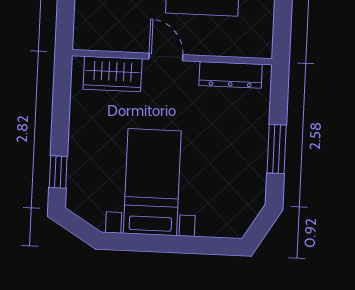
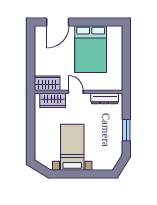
wardrobe: (102, 34) -> (47, 83), added
window: (58, 172) -> (31, 145), removed

